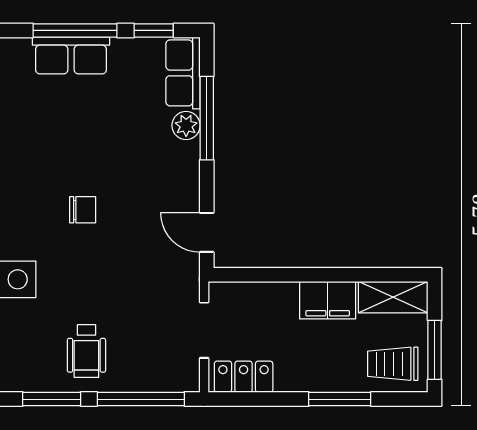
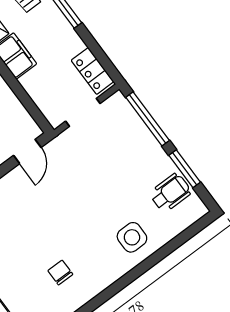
chair: (83, 210) -> (60, 272), moved
wheelchair: (86, 351) -> (170, 193), moved

